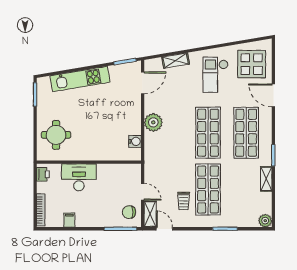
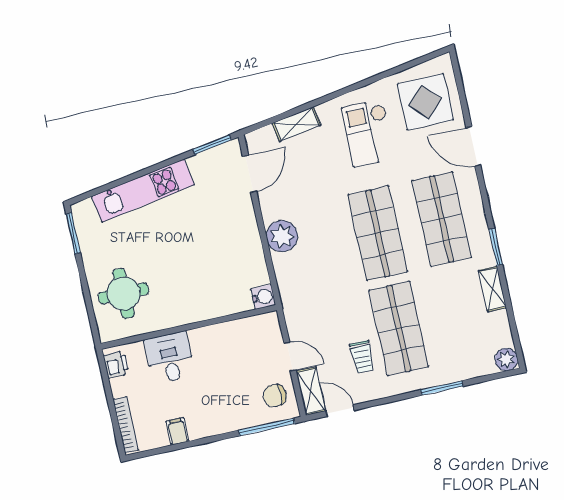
water cooler: (135, 141) -> (263, 297), moved
desk: (79, 177) -> (170, 358), width x0.73

